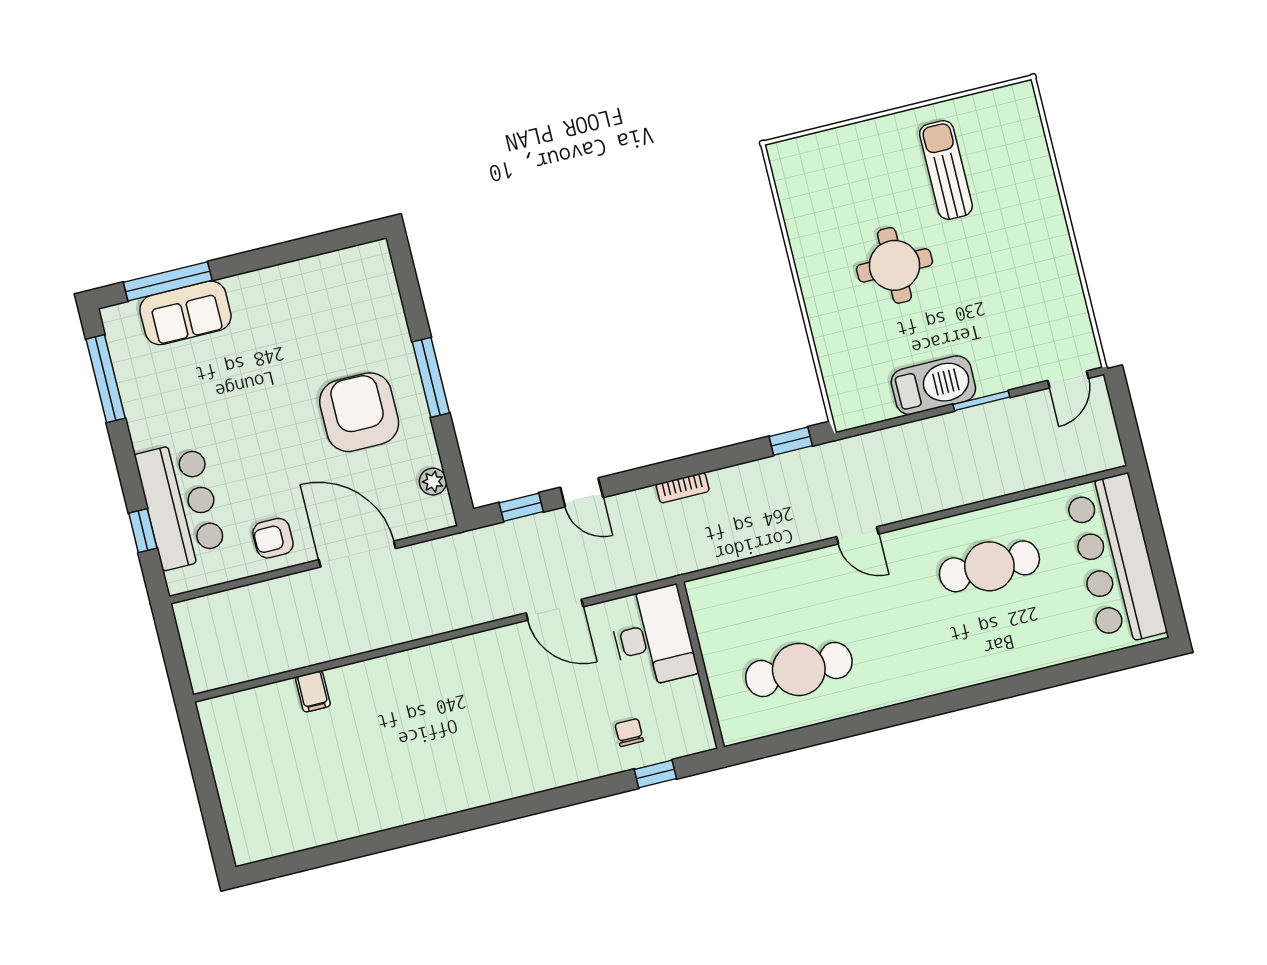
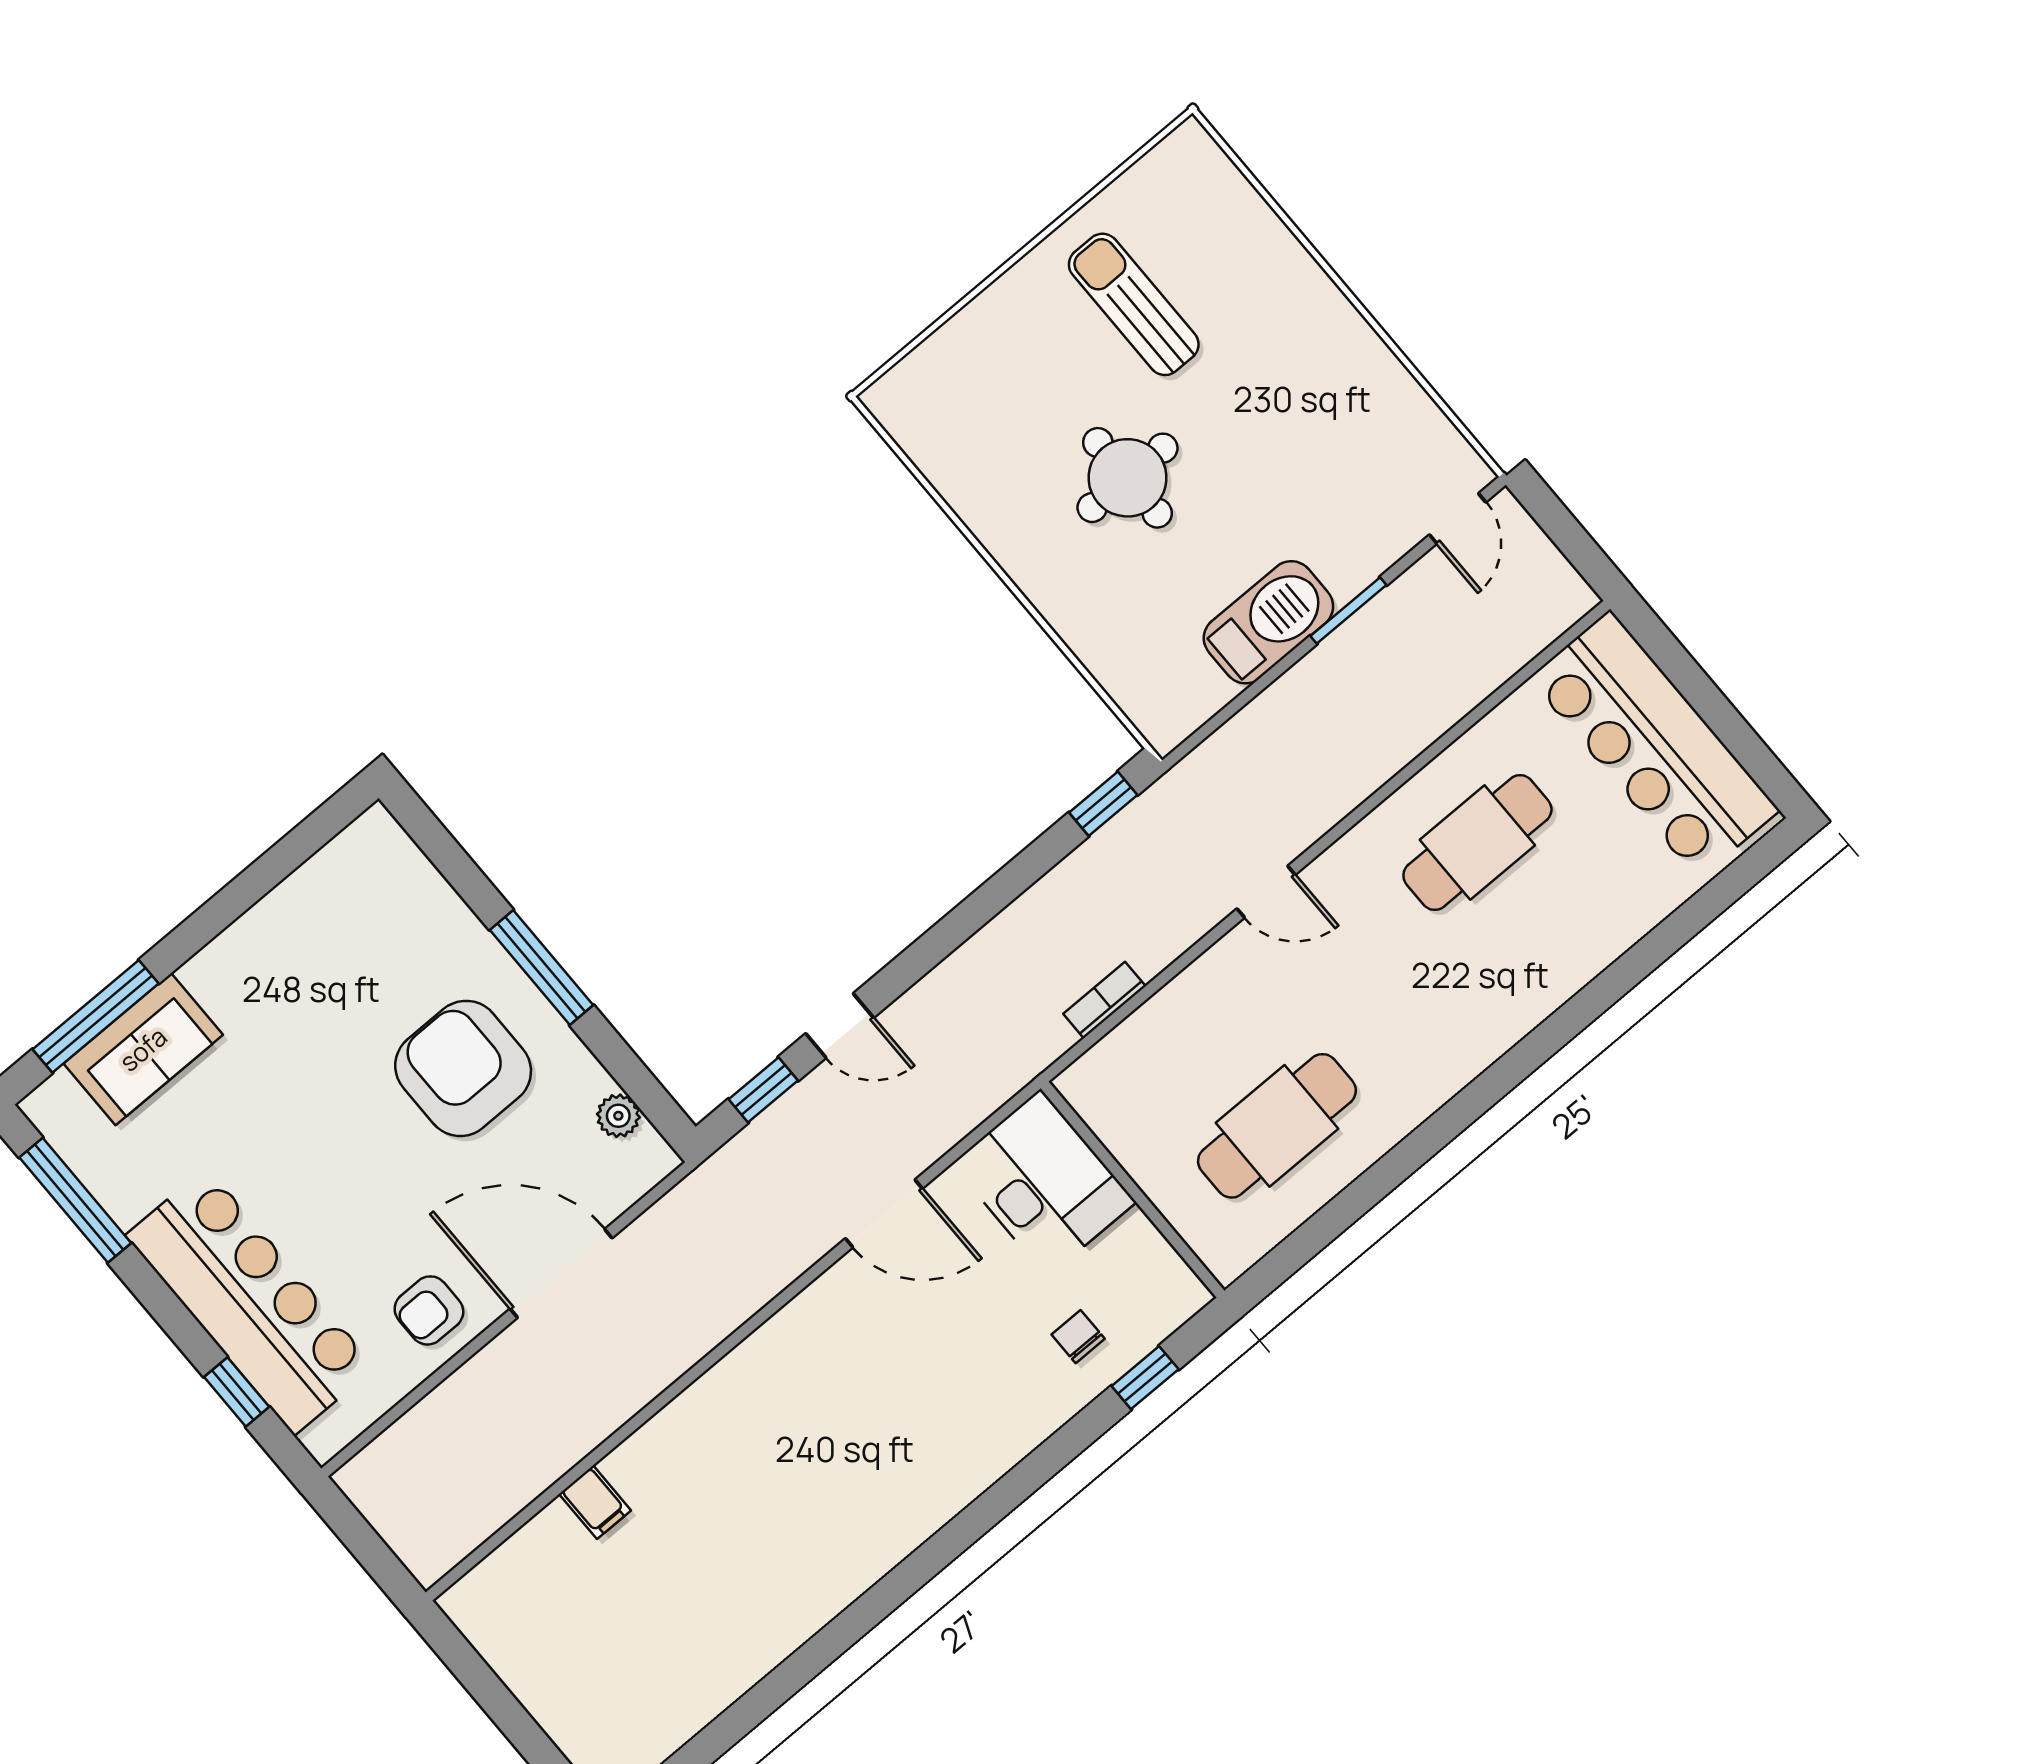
bookcase: (683, 488) -> (1104, 1000), moved, turned 180
bar counter: (181, 505) -> (250, 1301), width x1.36

